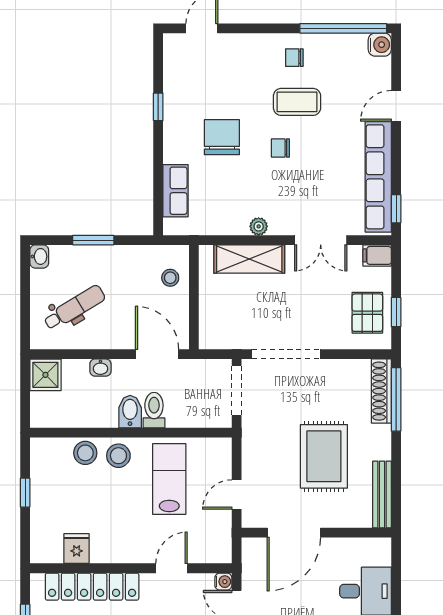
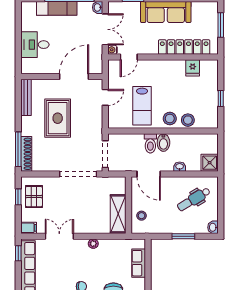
shelving: (249, 259) -> (118, 214), moved, turned 90
door: (171, 568) -> (129, 57), moved

